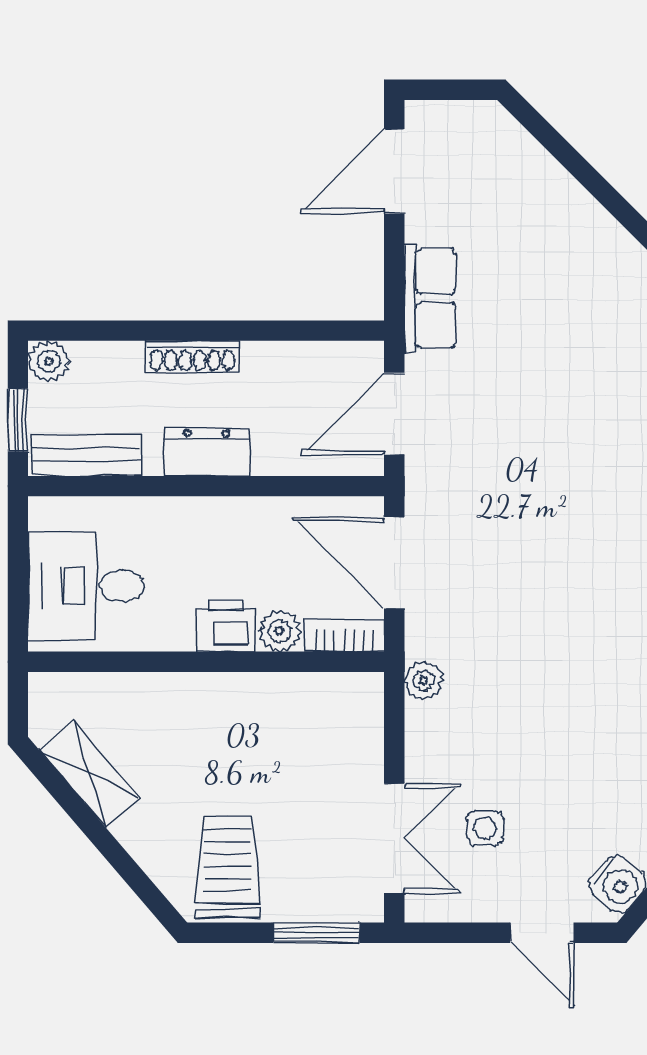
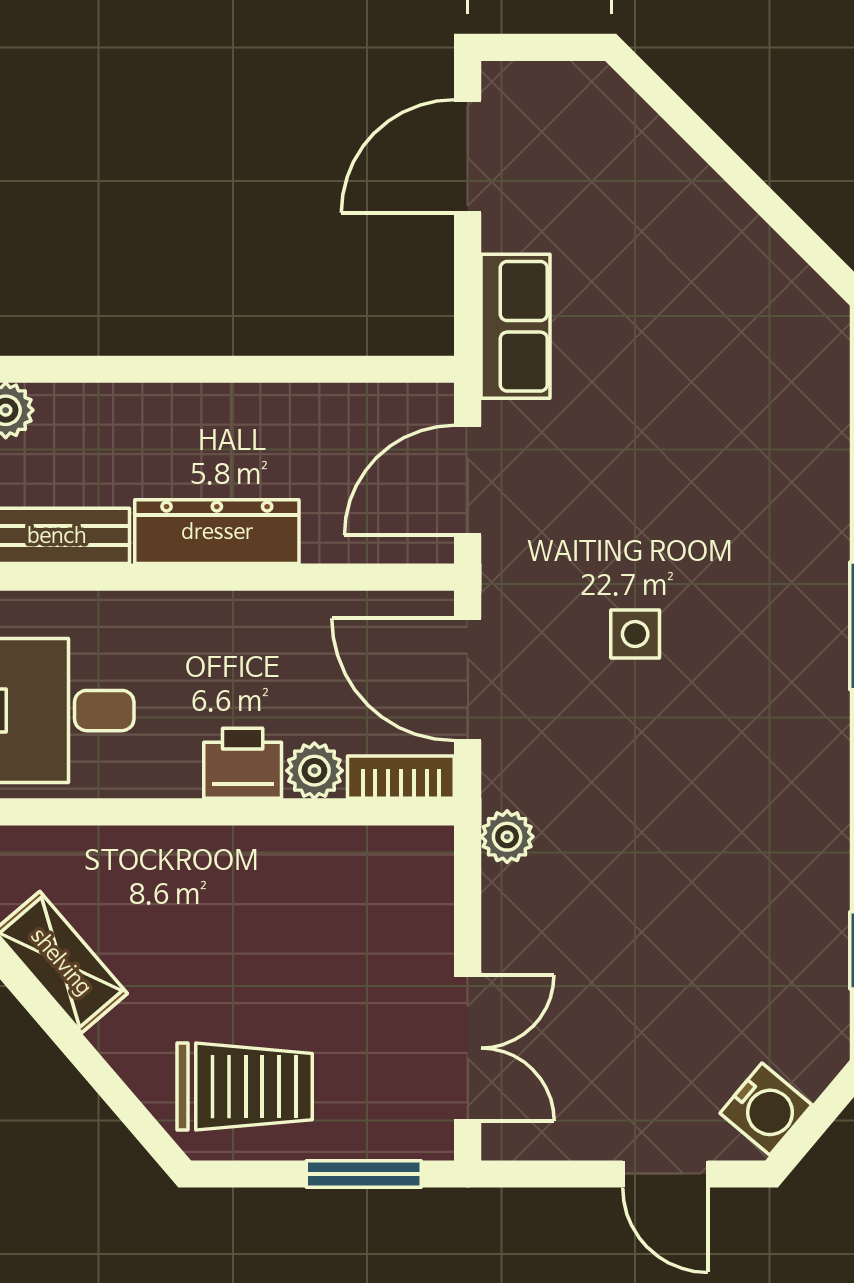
shoe rack: (192, 357) -> (198, 404), removed
dresser: (207, 452) -> (217, 532), width x1.44
side table: (485, 828) -> (635, 634), moved
trolley: (227, 867) -> (245, 1087), turned 90

